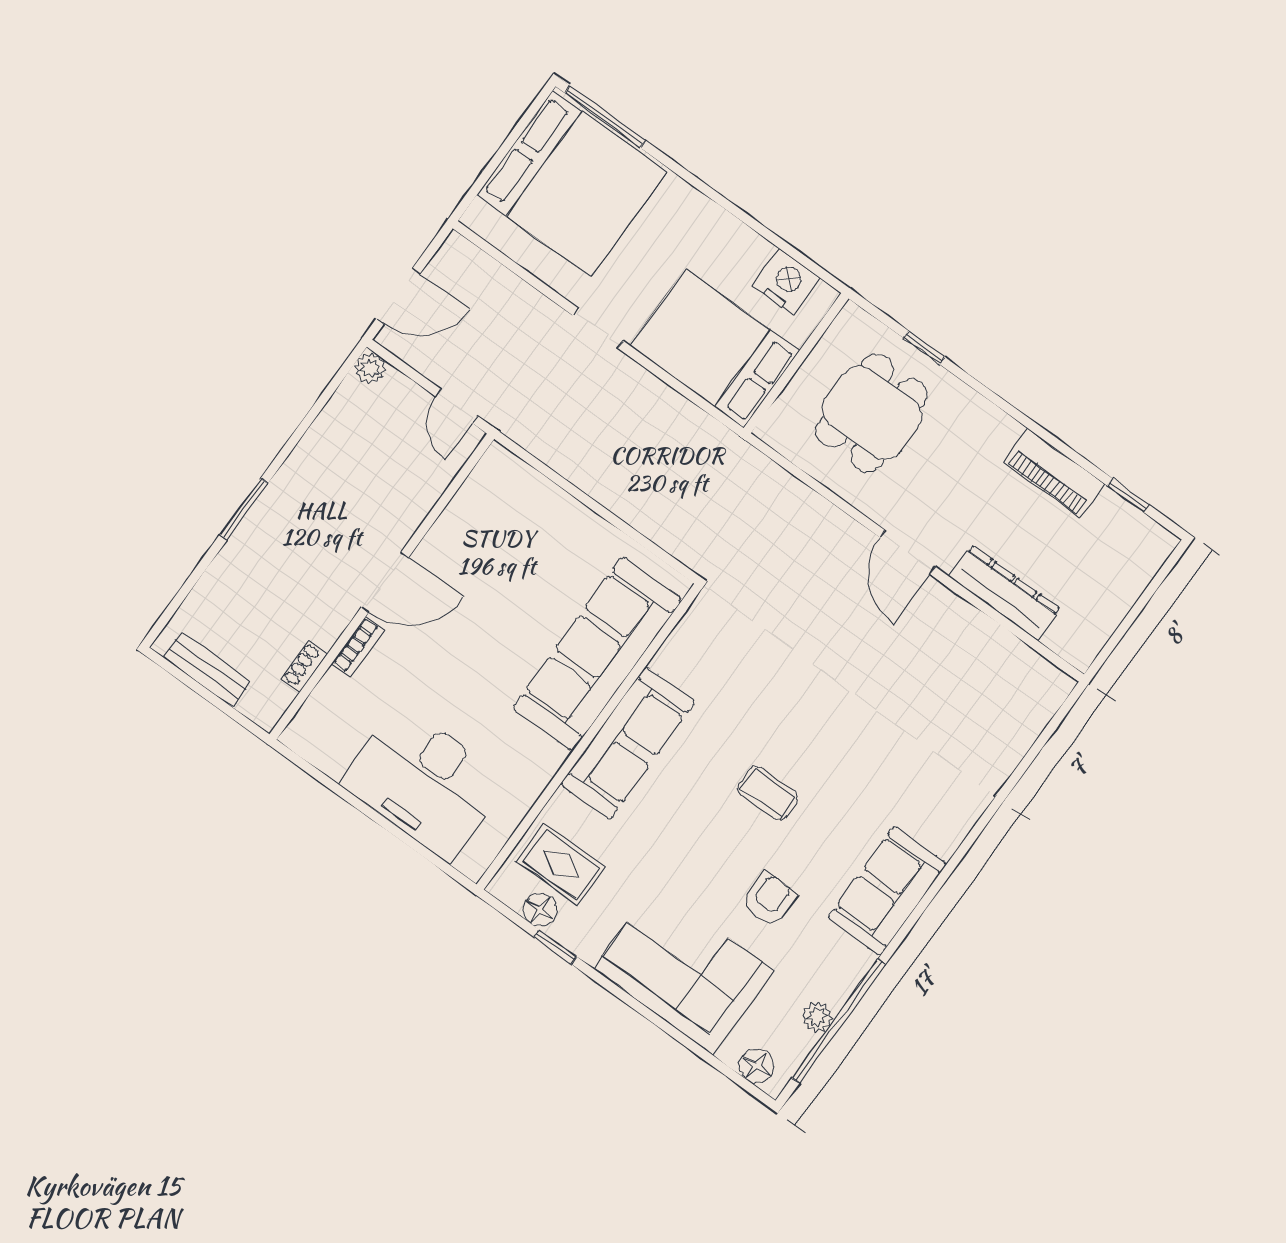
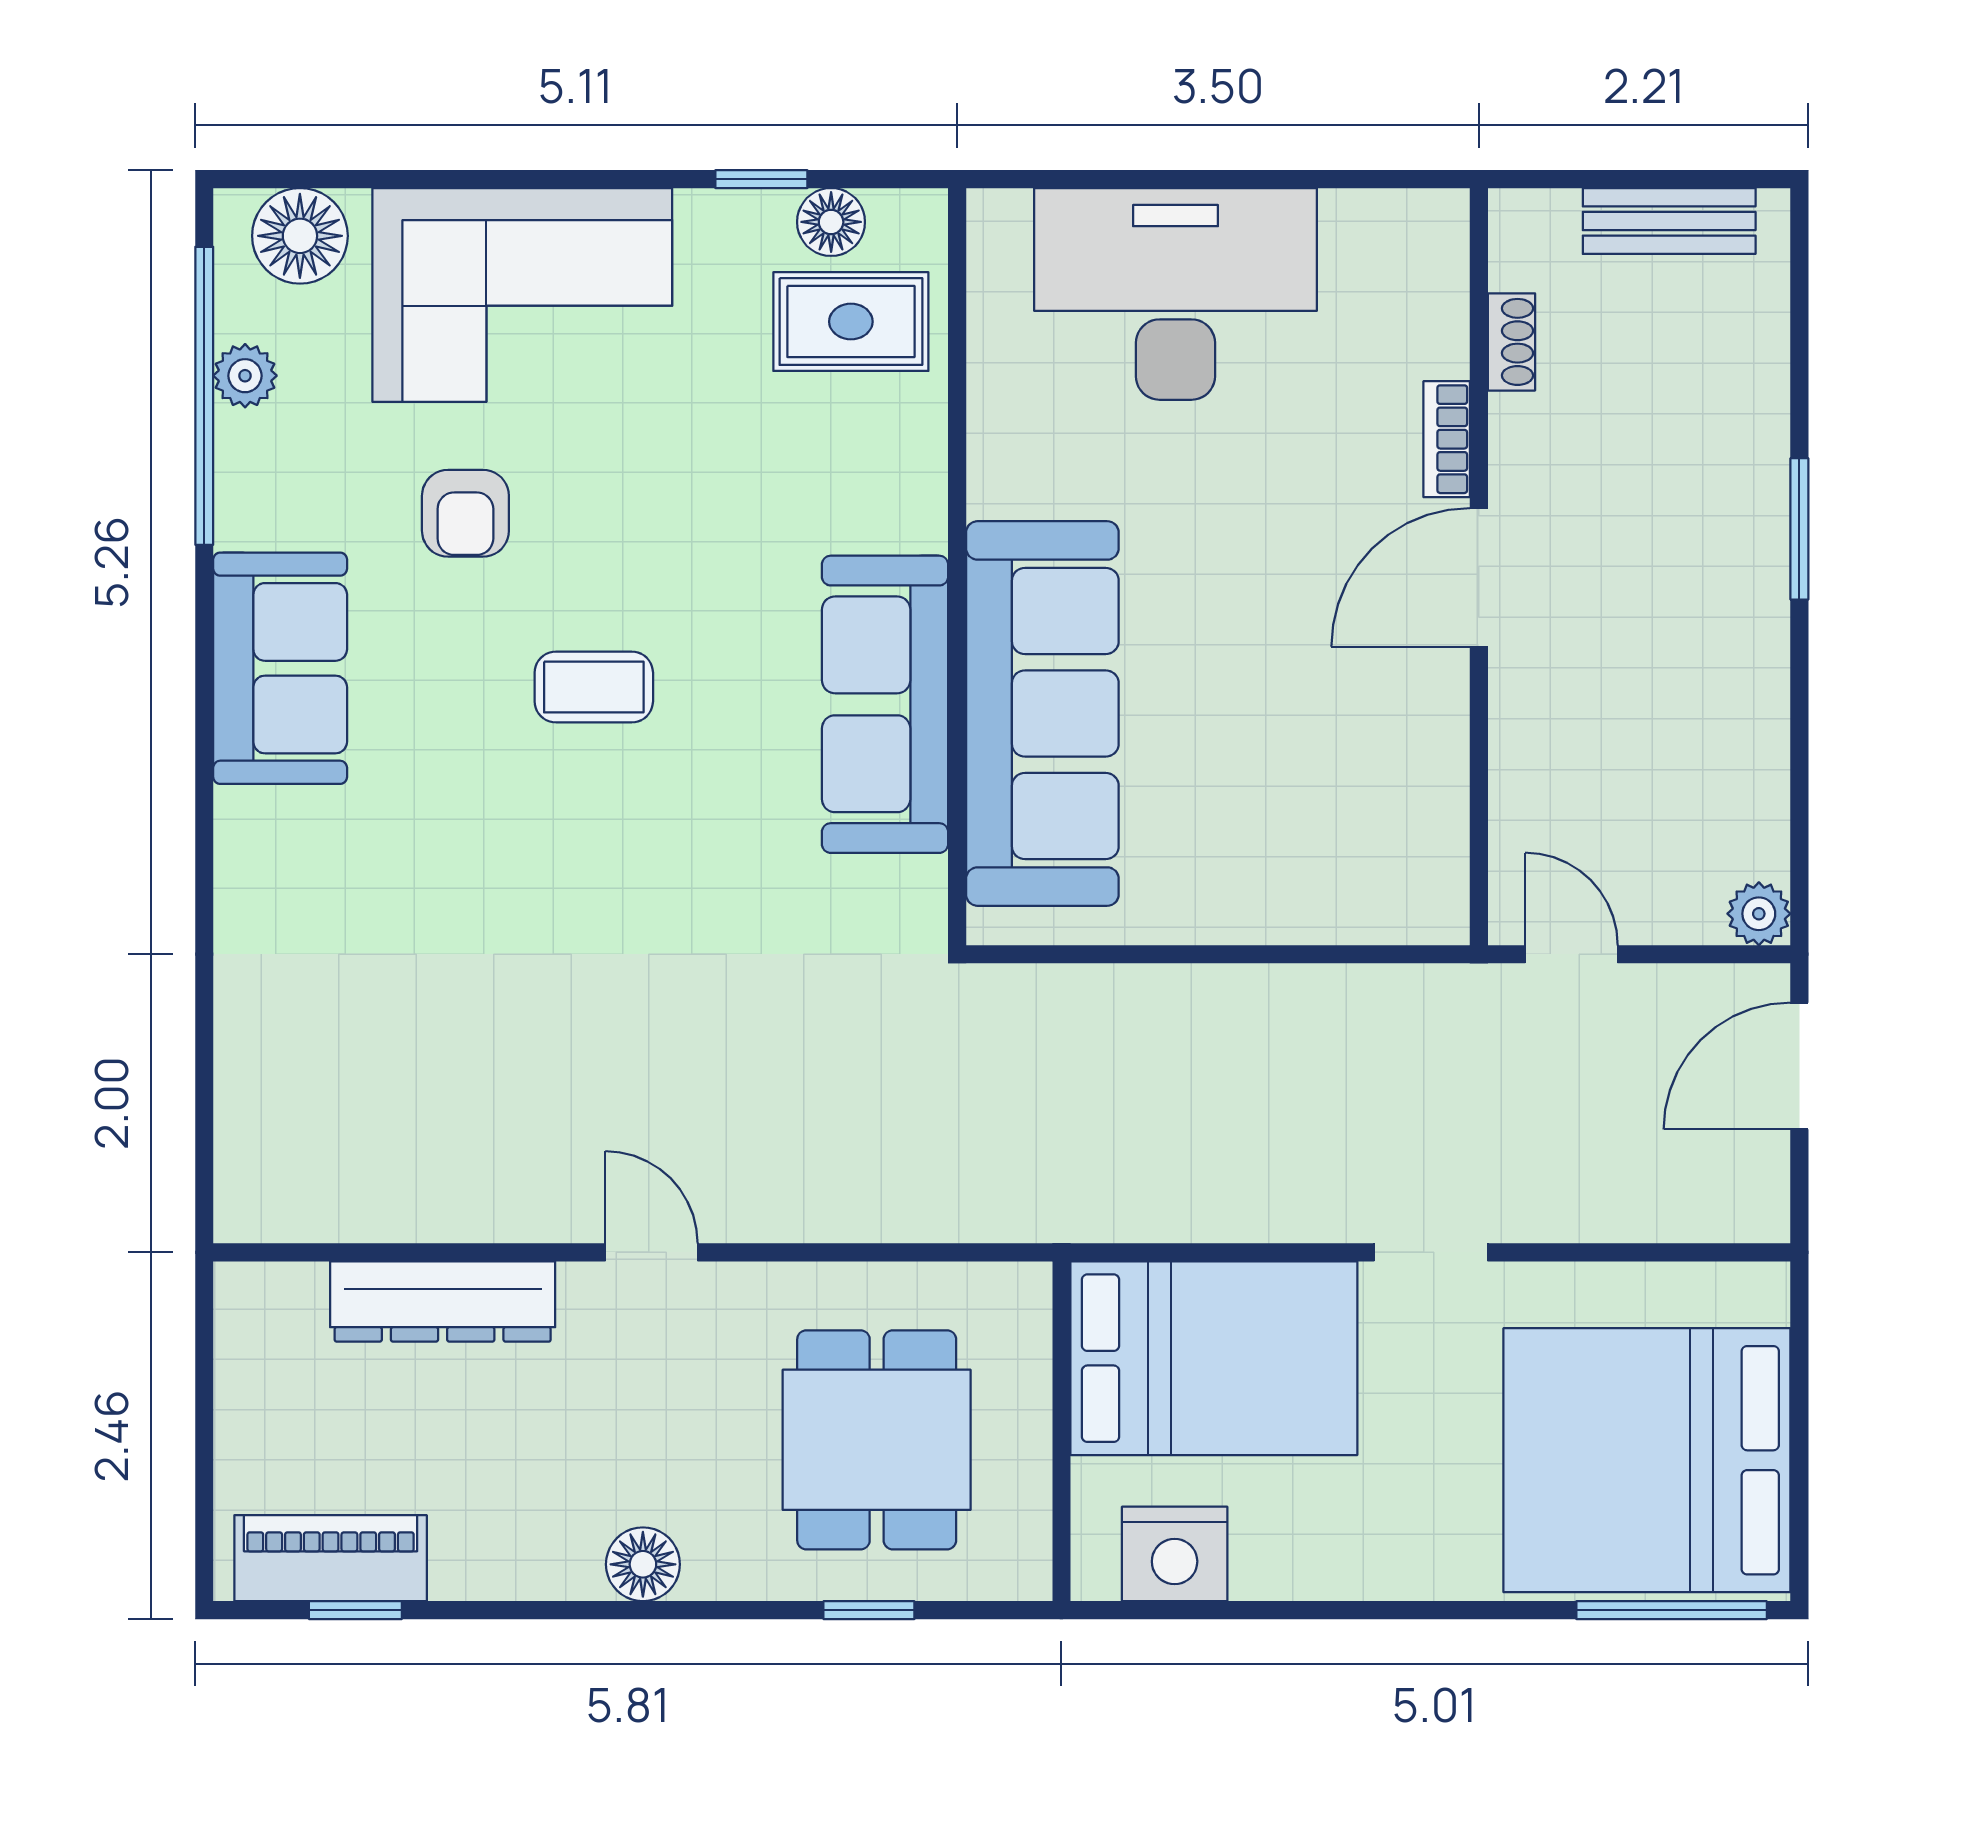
floor lamp: (1001, 431) -> (643, 1564), added
piano: (1054, 473) -> (331, 1558), moved
door: (908, 552) -> (651, 1252), width x0.73
sofa: (628, 743) -> (885, 704), moved
floor lamp: (756, 1066) -> (300, 236), width x1.38, depth x1.38

